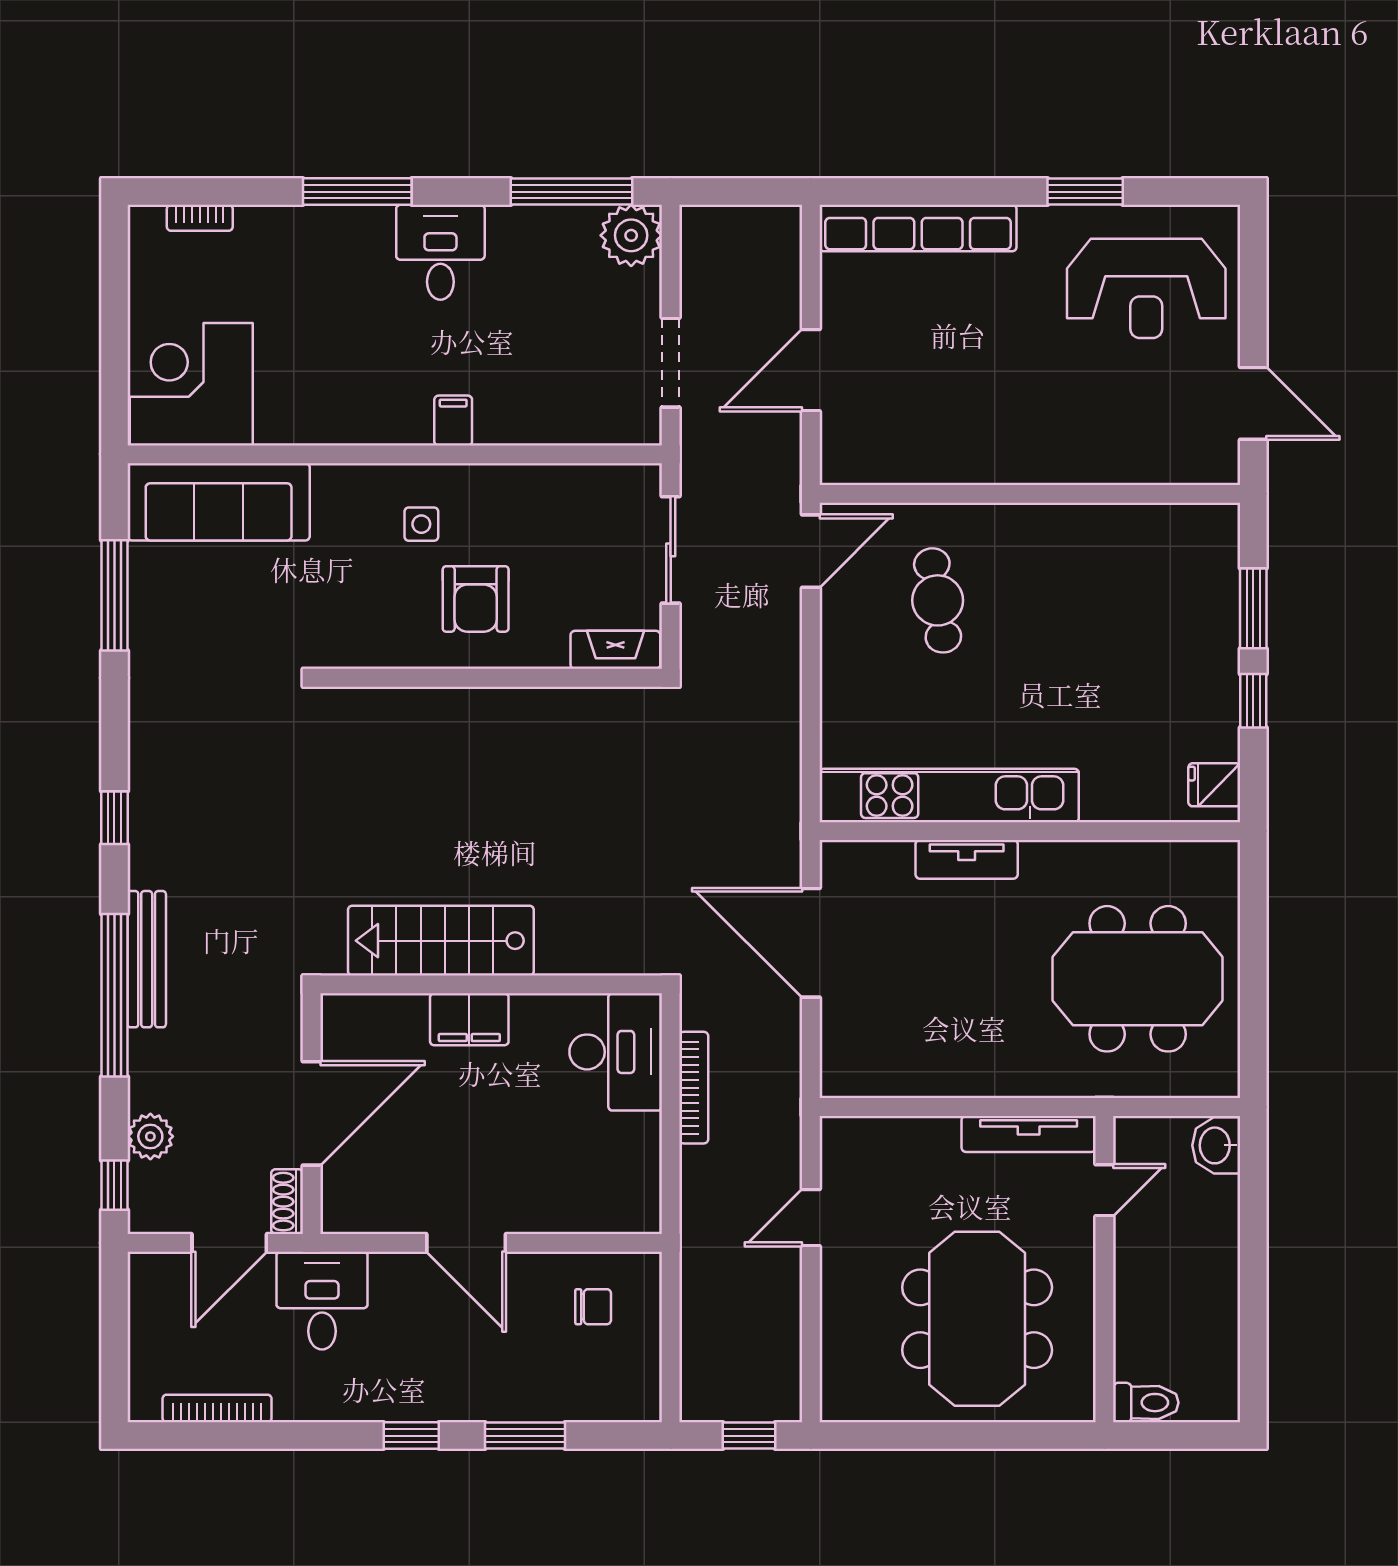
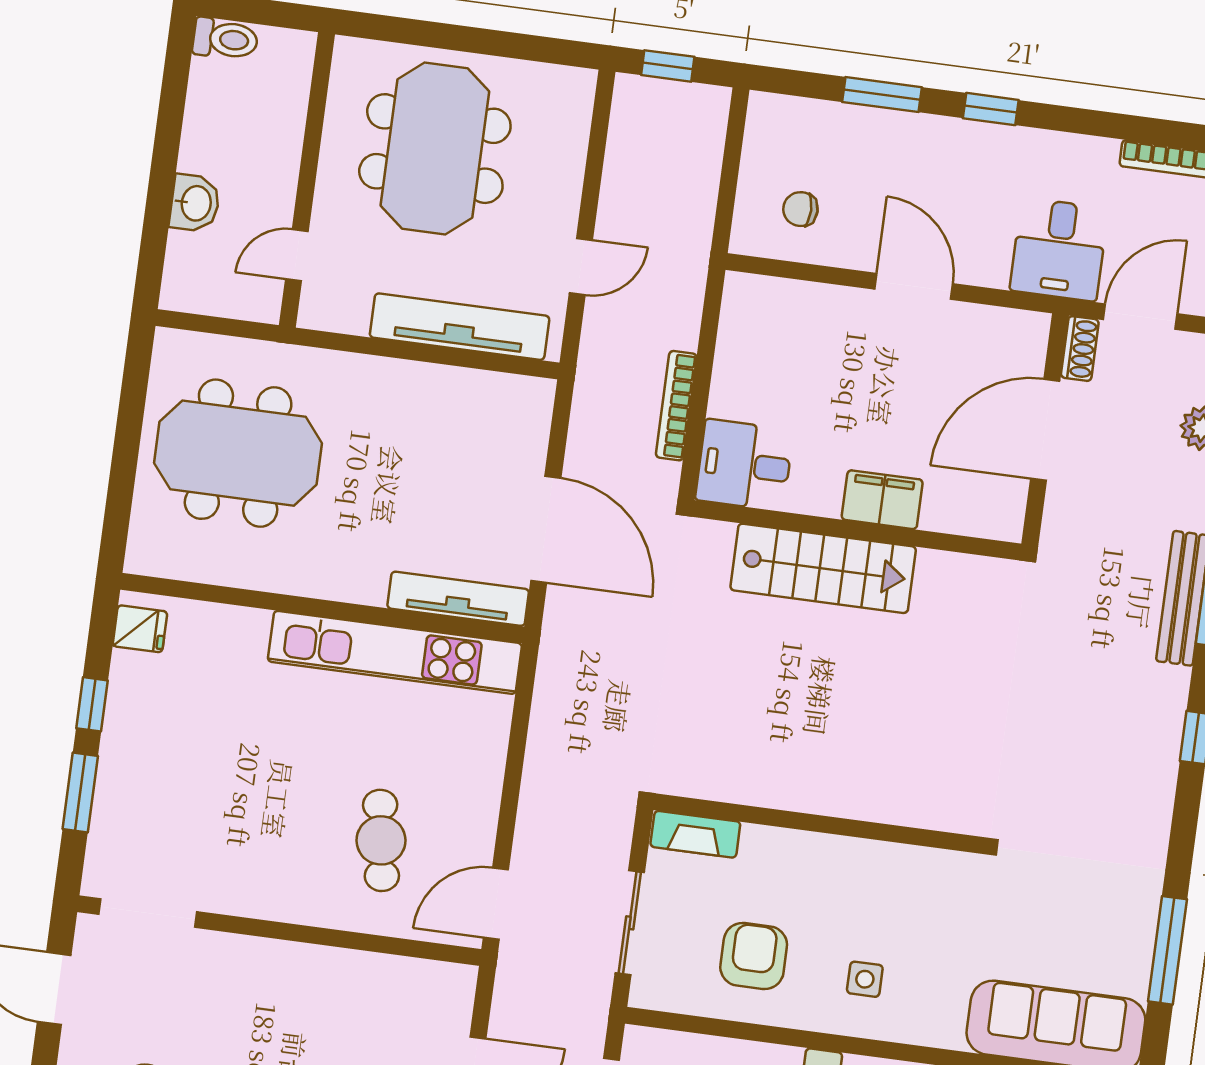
doorway: (1167, 494) -> (148, 913), added
armchair: (476, 599) -> (754, 956), moved
tv unit: (967, 859) -> (458, 599), moved, width x1.41
stairs: (441, 941) -> (823, 568), moved
desk: (616, 1052) -> (744, 465), width x0.73
tv unit: (1029, 1134) -> (460, 327), moved, width x1.36, depth x1.29
washbasin: (1216, 1145) -> (195, 203), moved
toilet: (1146, 1403) -> (225, 39), moved, turned 180

